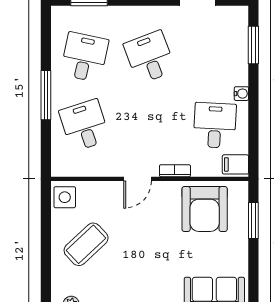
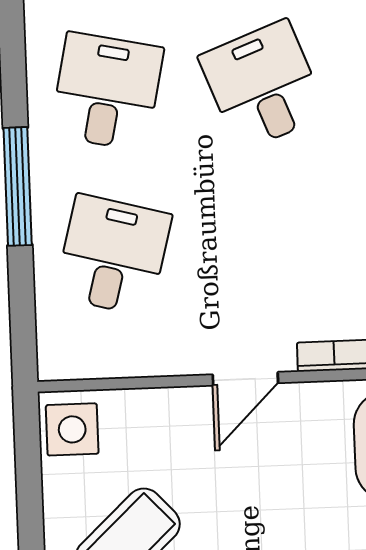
desk: (85, 125) -> (113, 255), turned 33

